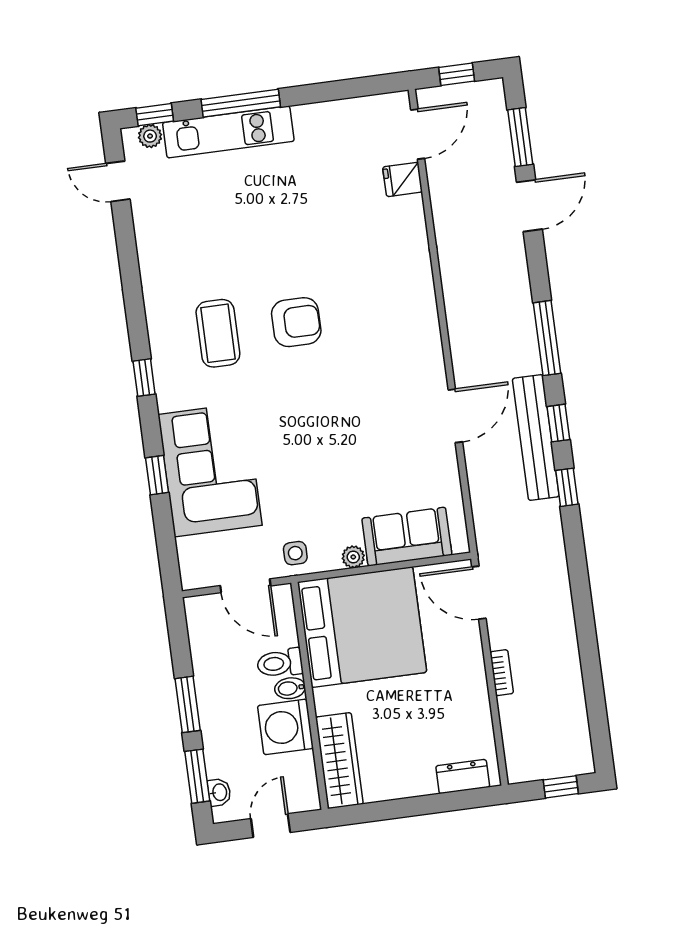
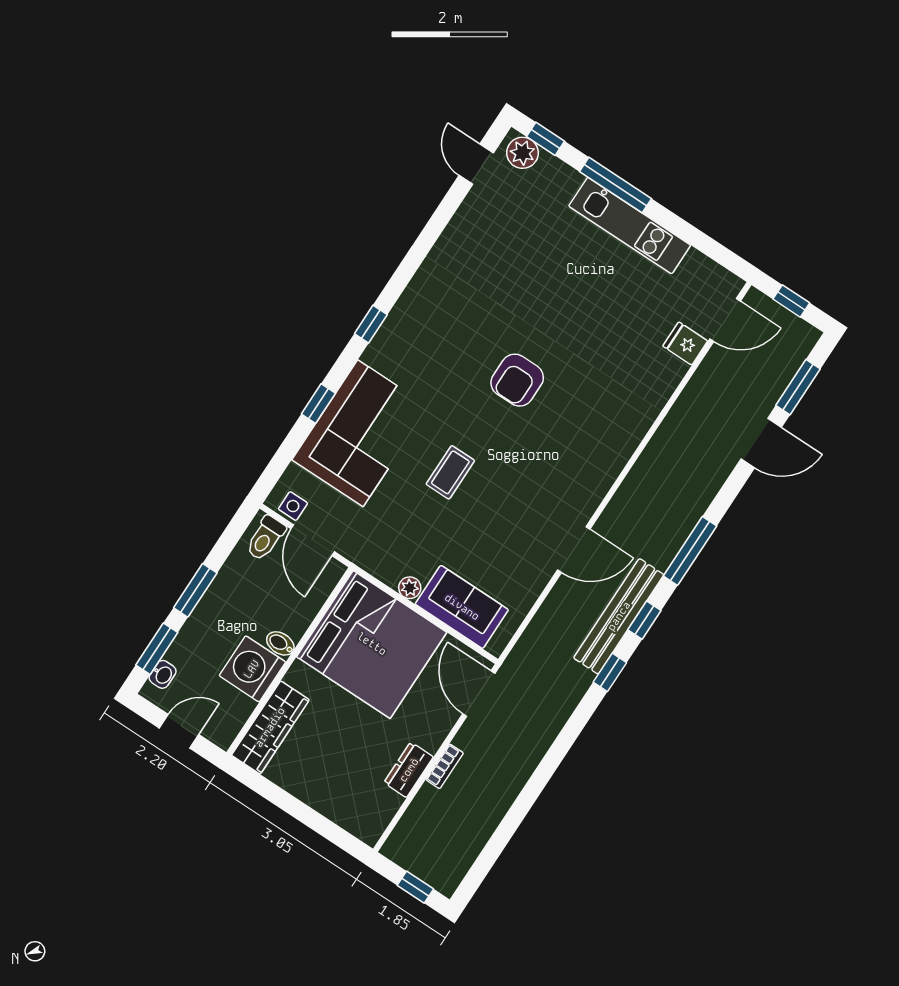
kitchen unit: (228, 132) -> (630, 226), moved
plant: (150, 136) -> (523, 153), width x1.38, depth x1.38
armchair: (296, 322) -> (517, 380), turned 90
coffee table: (218, 333) -> (450, 472), moved, width x0.73, depth x0.77
side table: (295, 553) -> (293, 506), moved
toilet: (280, 663) -> (265, 538), moved, turned -90
dresser: (463, 777) -> (409, 770), moved, turned -90

